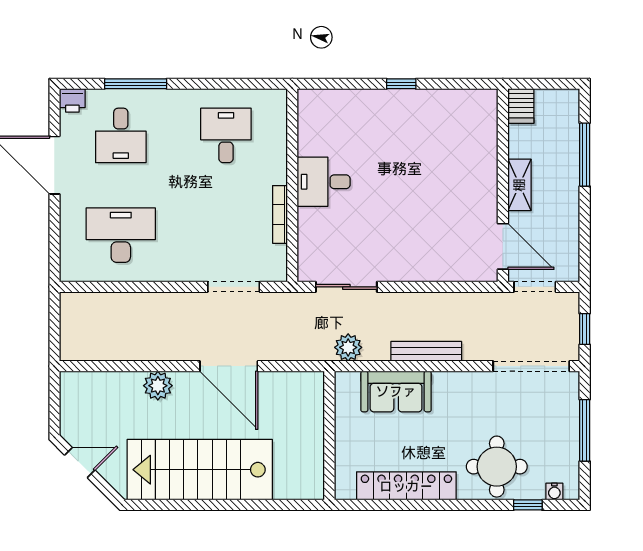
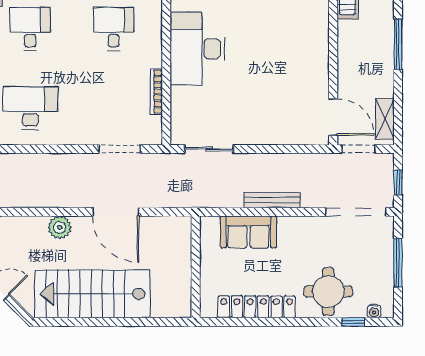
desk: (121, 135) -> (30, 29), turned 180
desk: (324, 182) -> (197, 49), width x1.87, depth x1.30
shelving: (519, 185) -> (385, 119), moved
plant: (348, 347) -> (210, 197), removed

